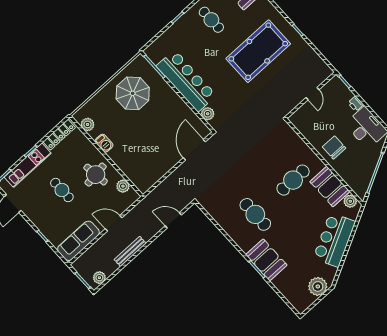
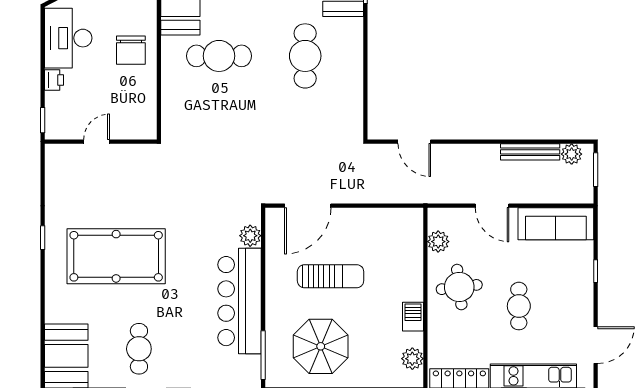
sun lounger: (156, 128) -> (331, 276), added
bench: (130, 251) -> (530, 152), moved

